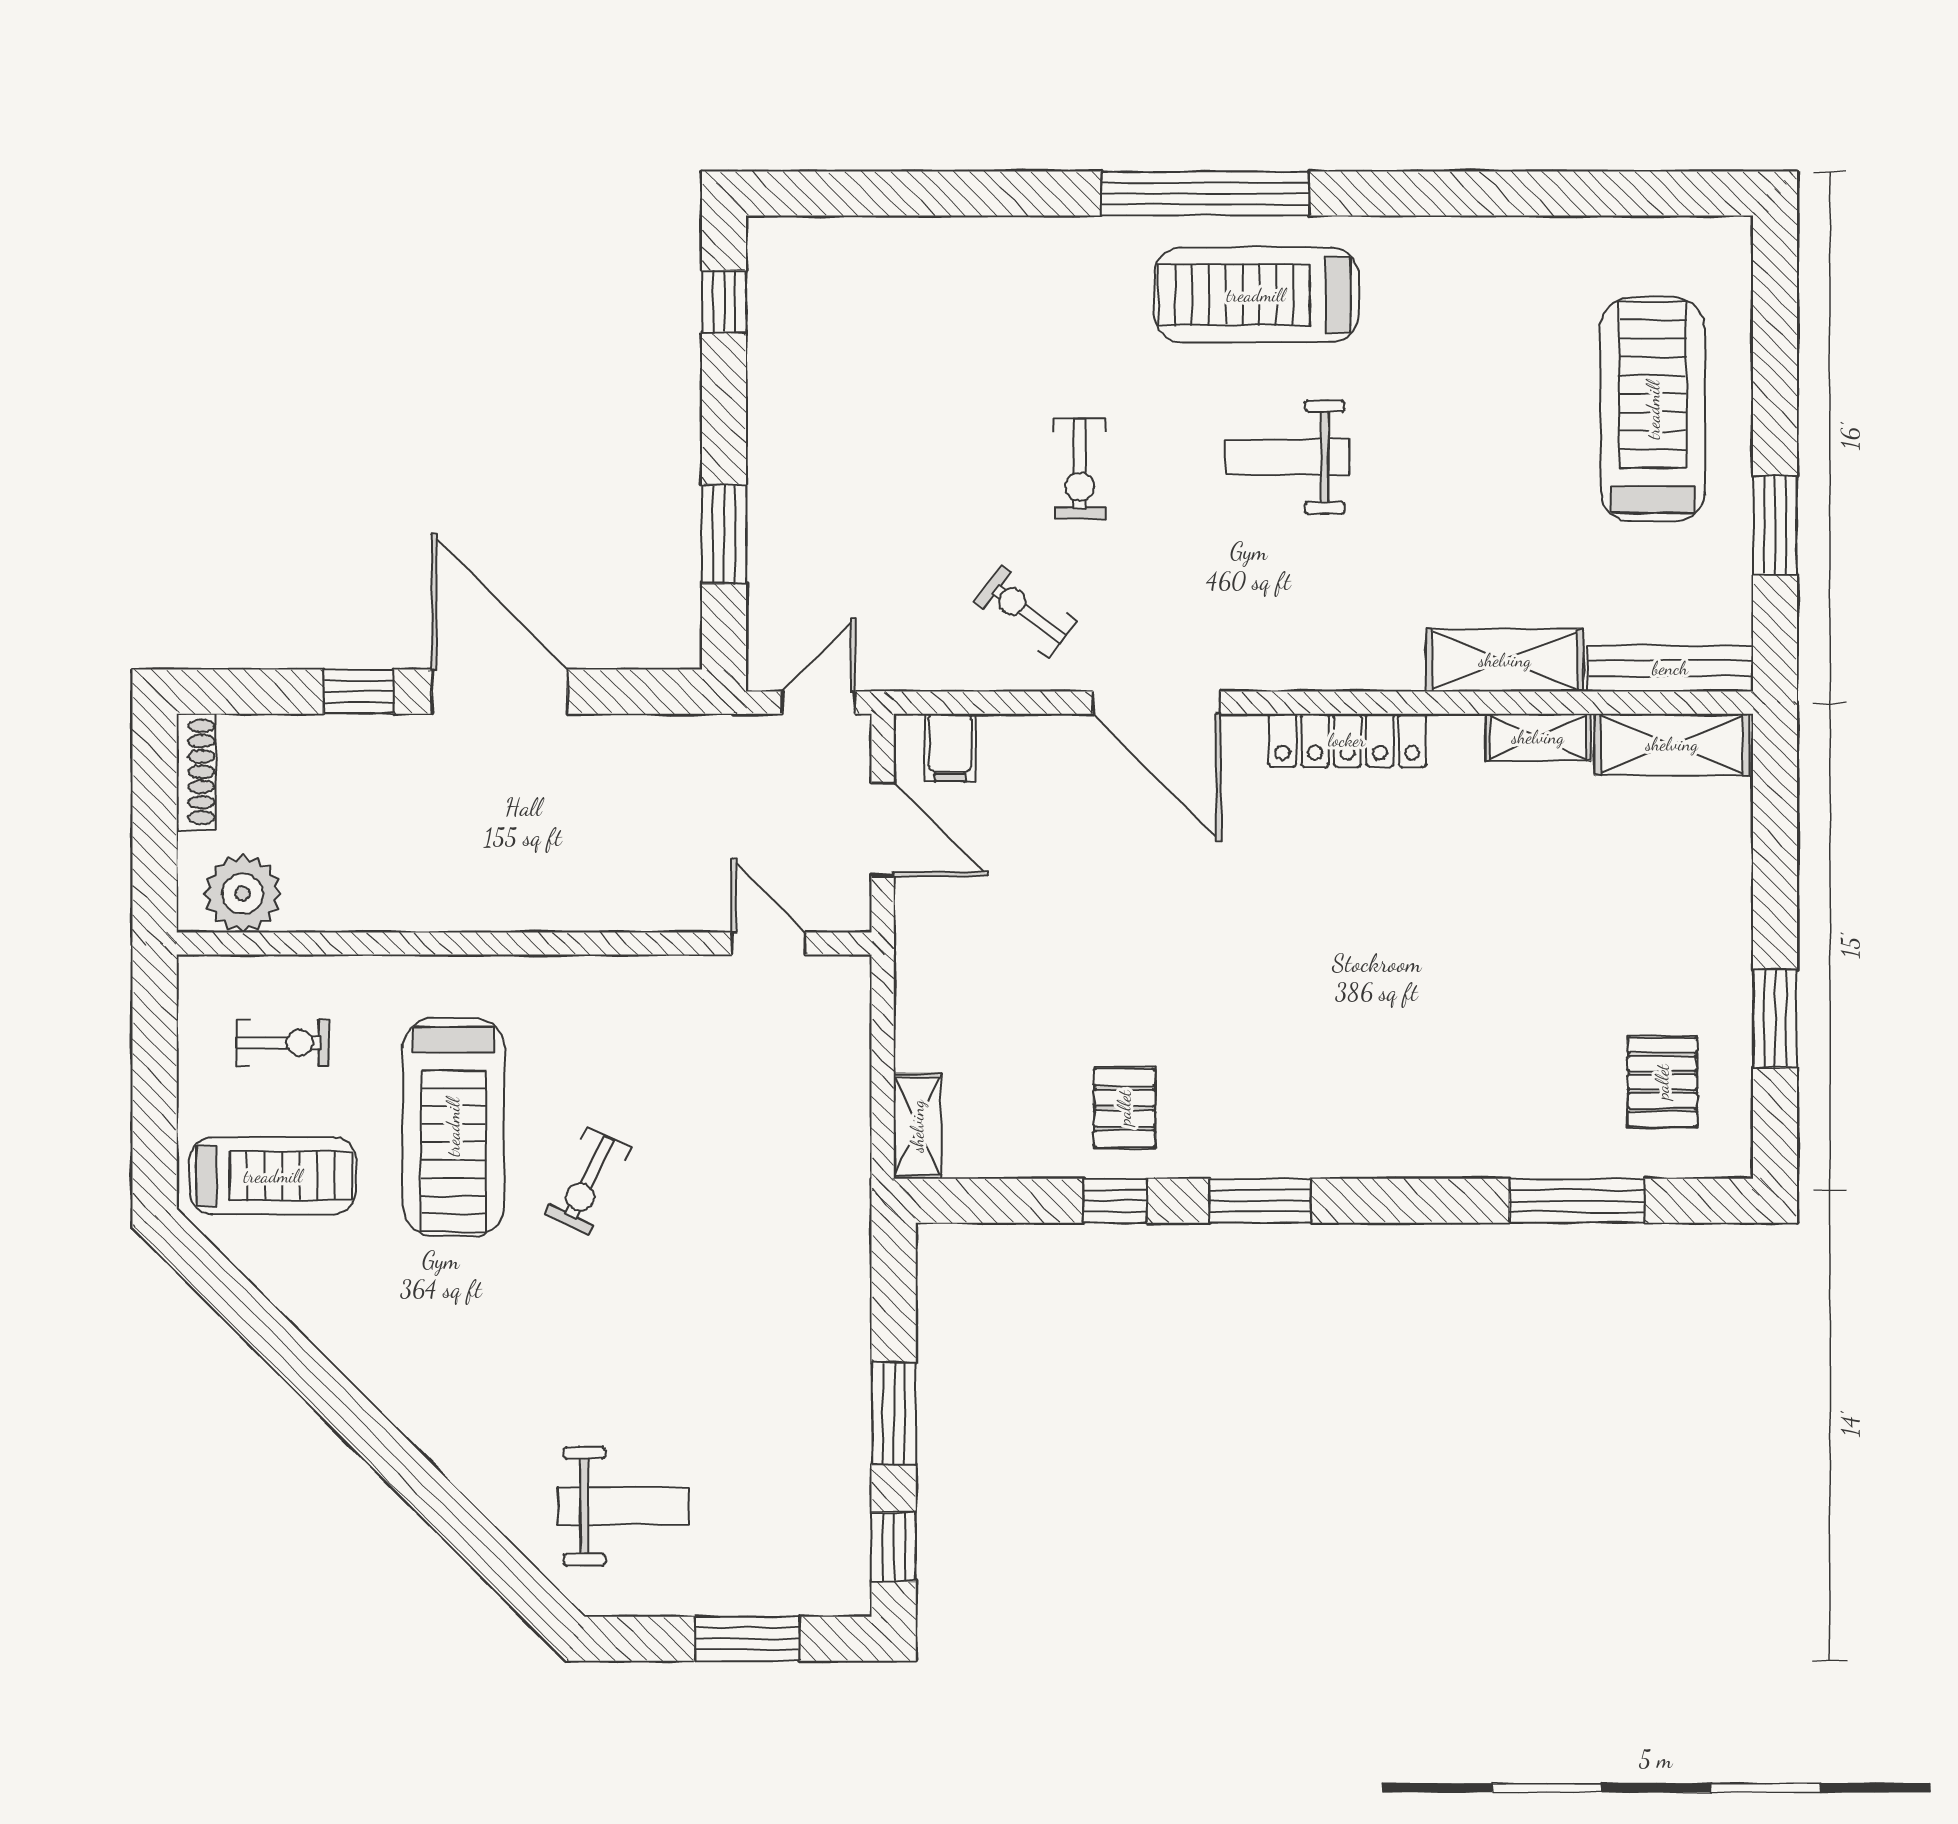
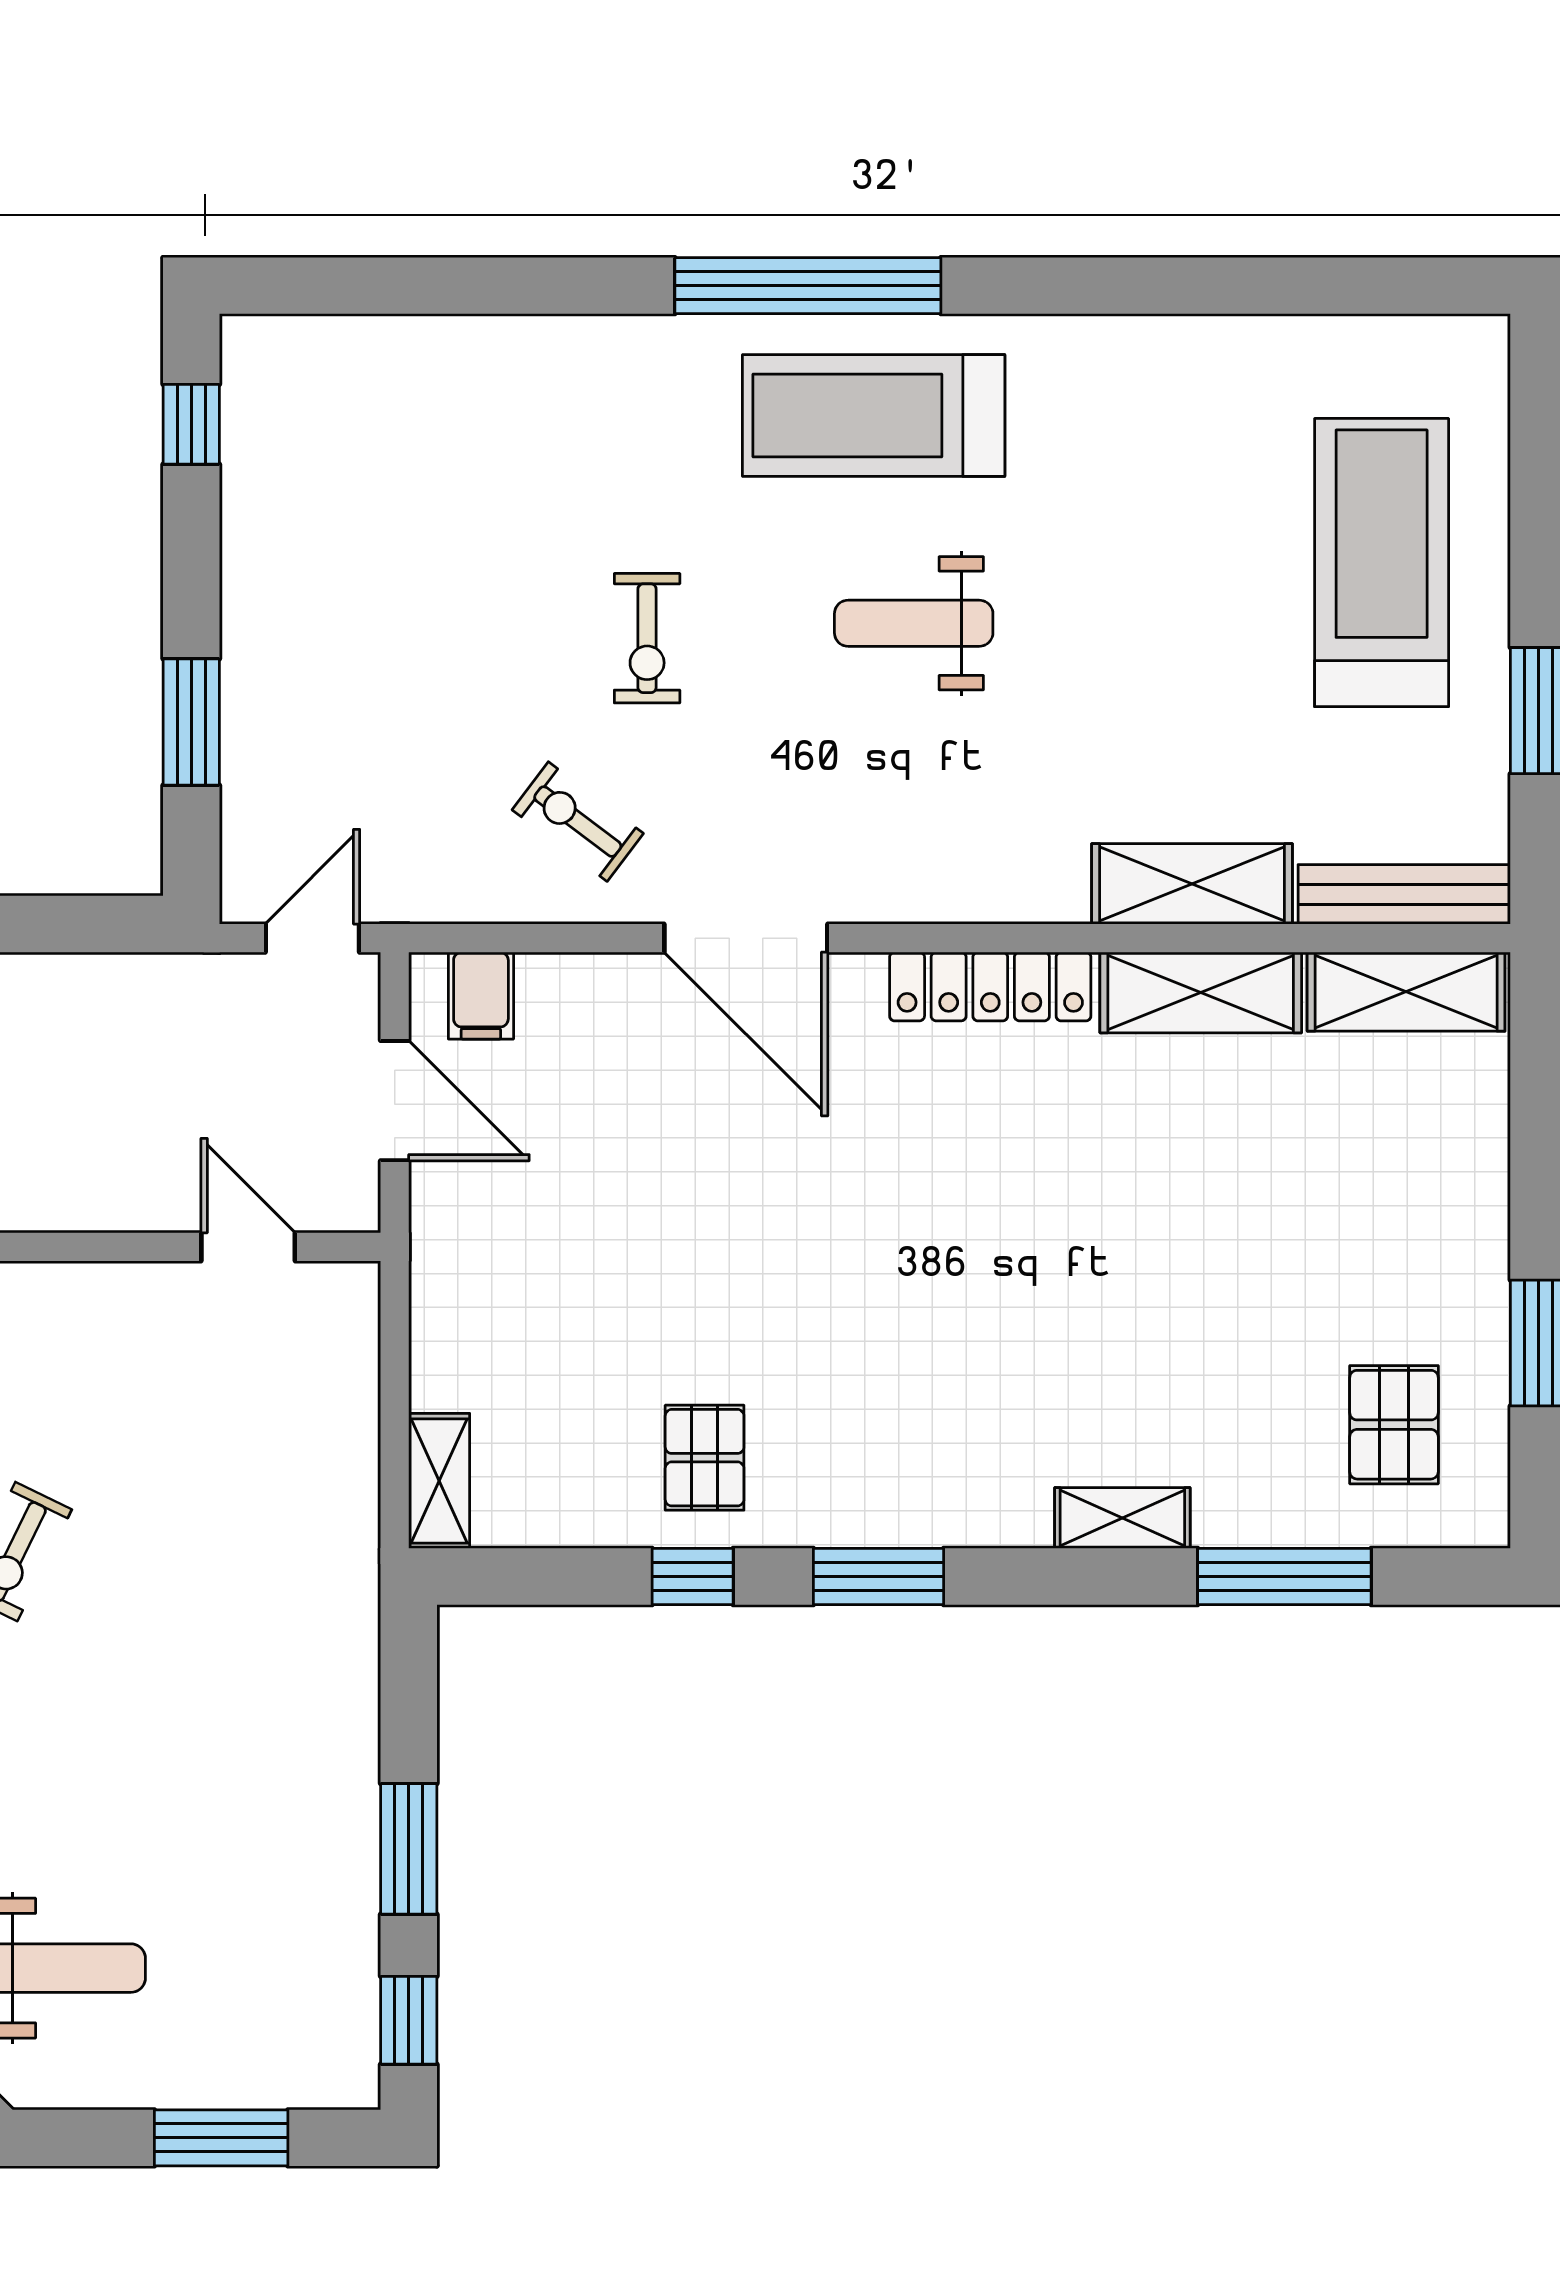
shelving: (1538, 737) -> (1201, 992), width x1.50, depth x1.33
shelving: (1450, 1155) -> (1122, 1518), added

